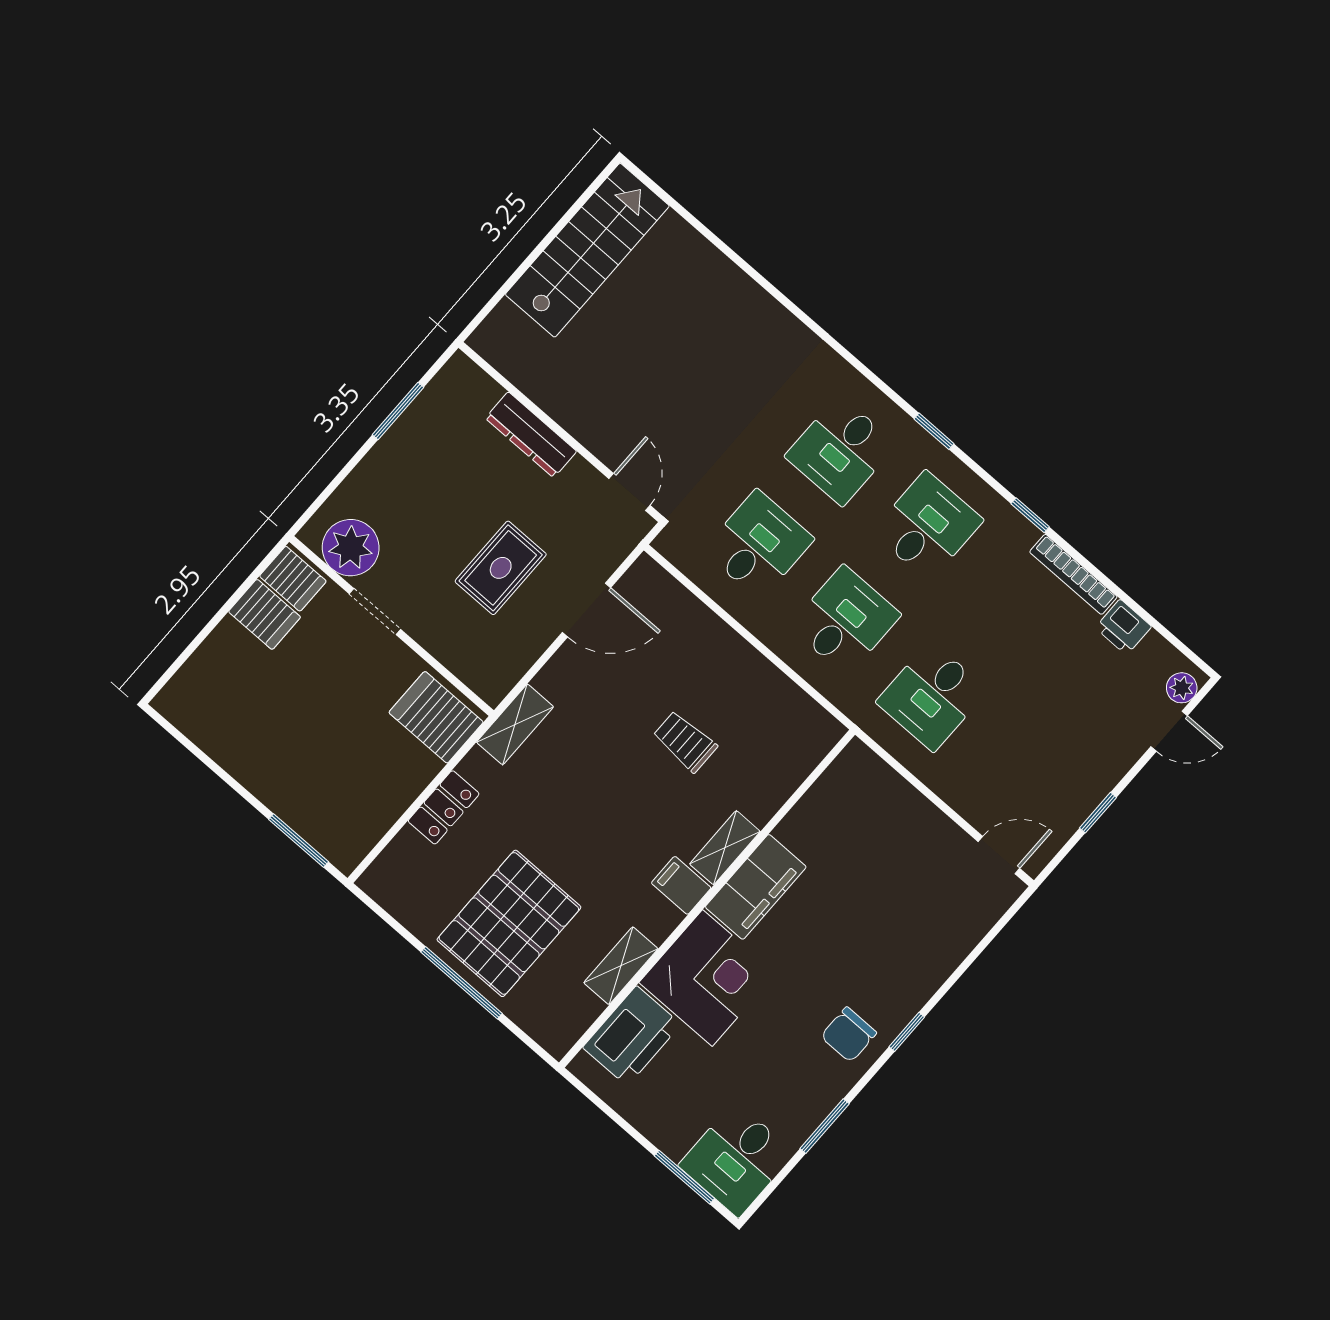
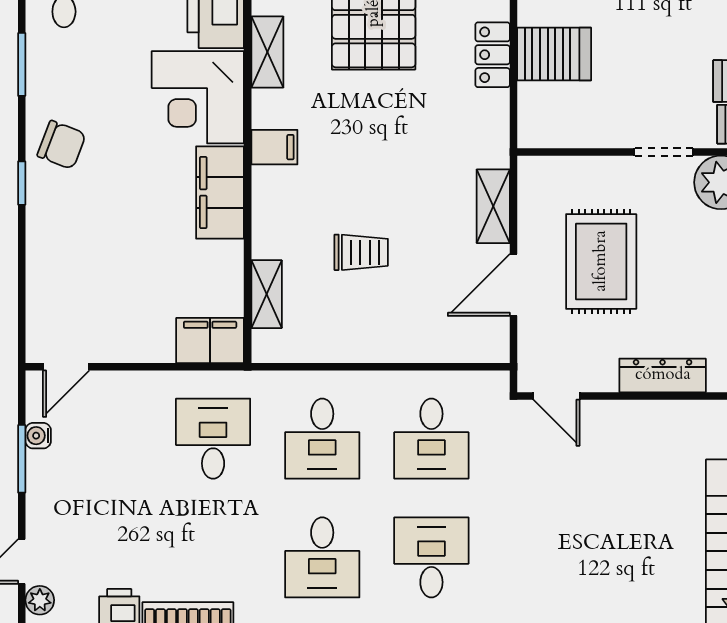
rug: (501, 568) -> (601, 261), width x1.36, depth x1.43
server rack: (436, 717) -> (554, 54), moved
shelving: (515, 724) -> (493, 206), moved
filing cabinet: (866, 776) -> (210, 341), added
window: (1098, 813) -> (22, 459), width x1.50
water cooler: (1069, 820) -> (38, 436), added
shelving: (725, 848) -> (267, 294), moved
chair: (849, 1035) -> (62, 145), turned 111

